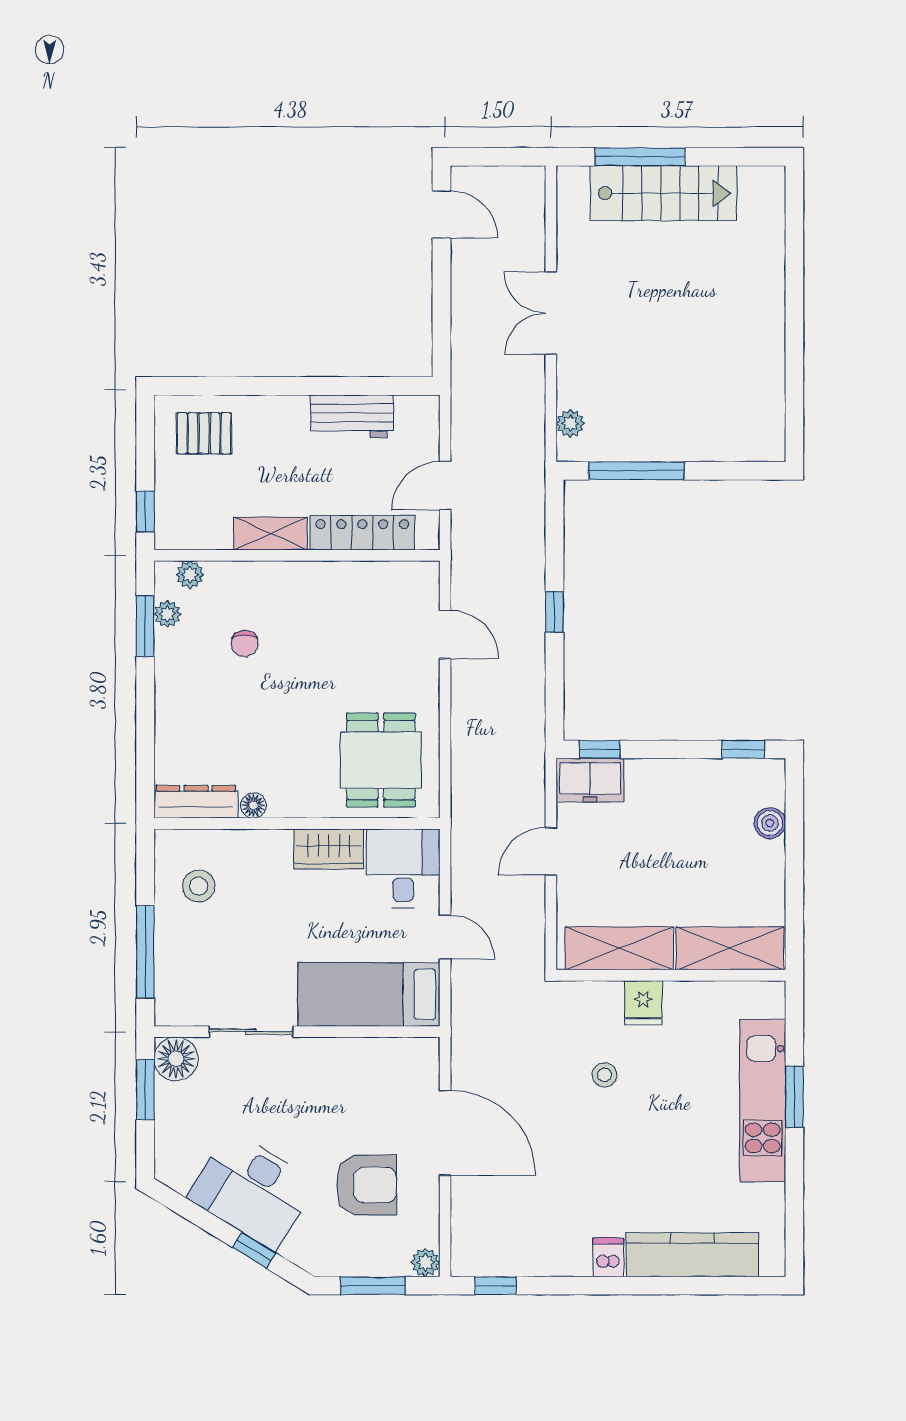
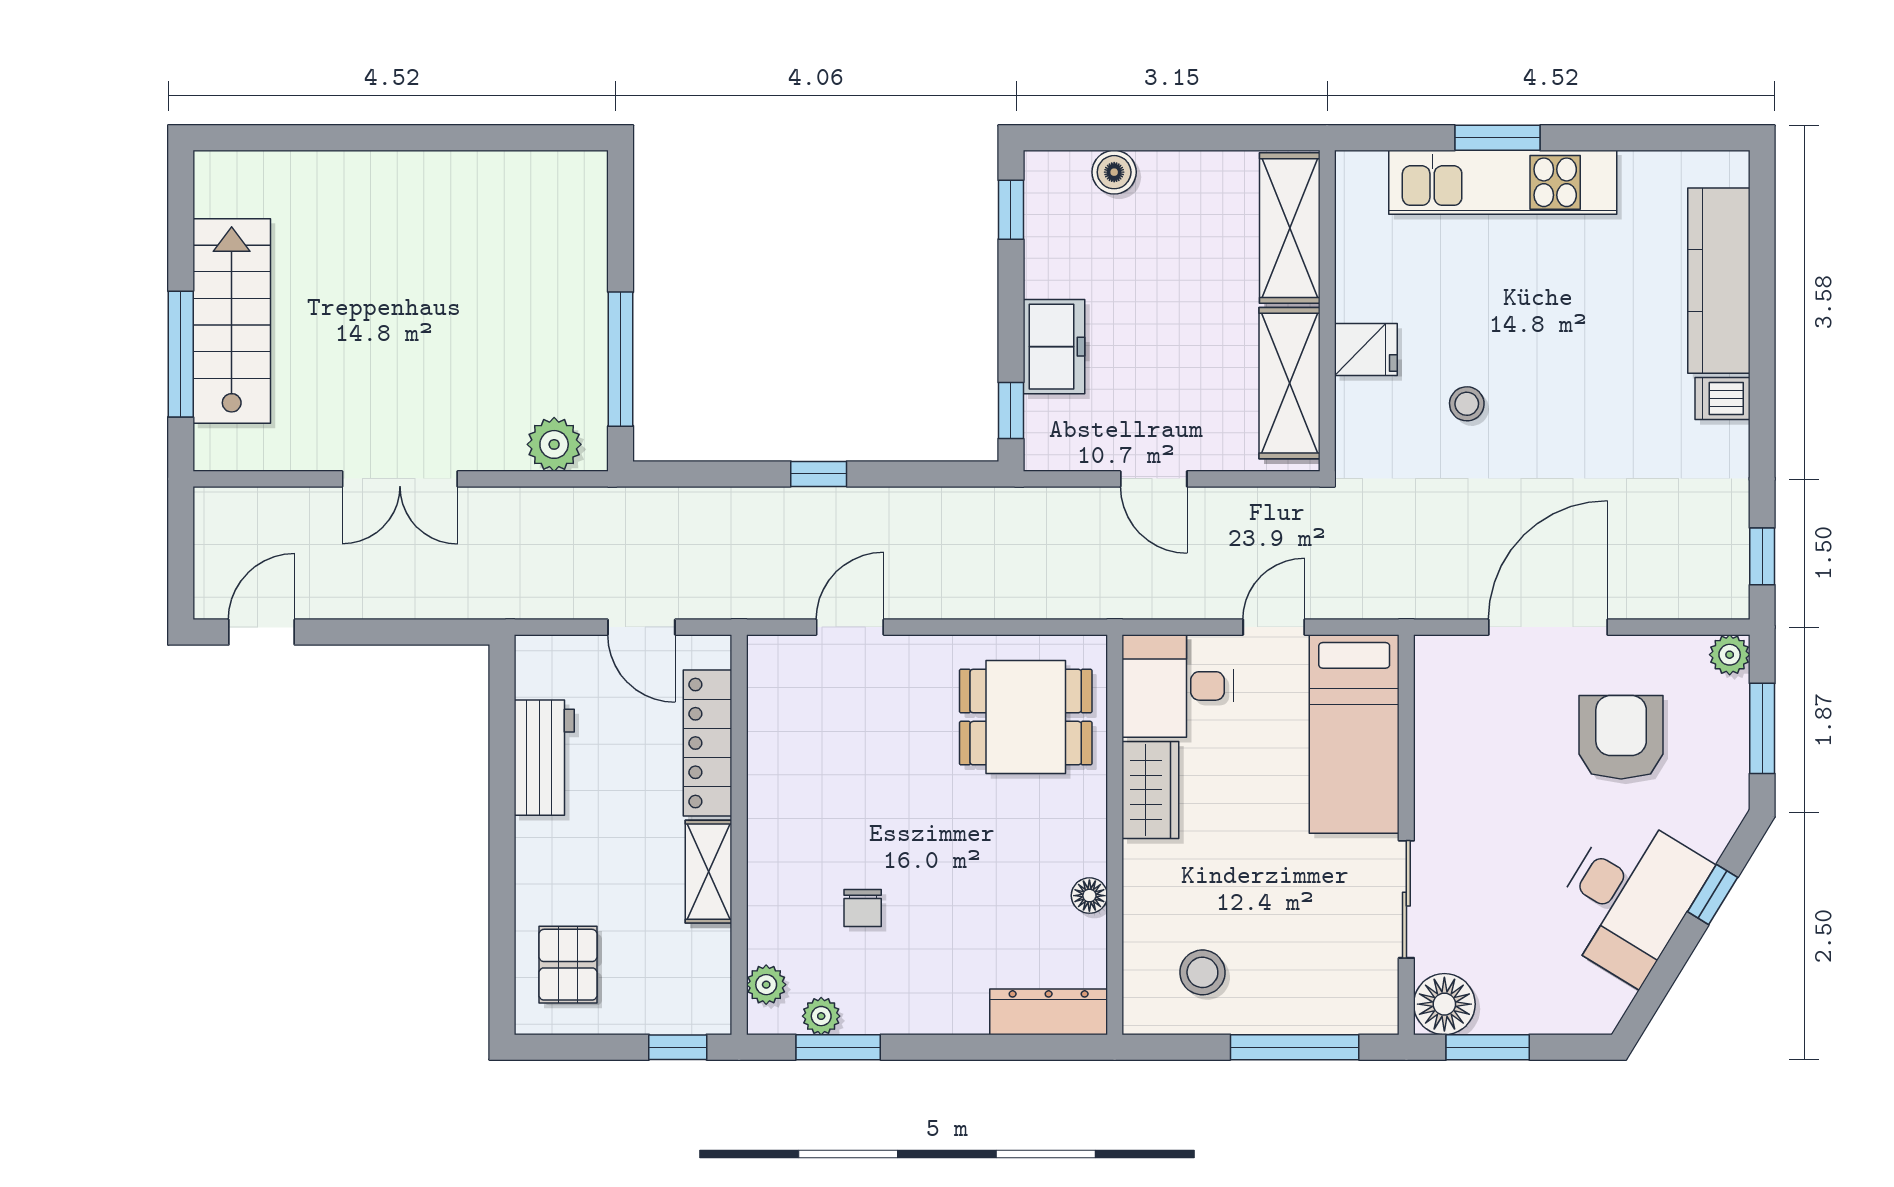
plant: (570, 423) -> (554, 444), width x1.38, depth x1.38
chair: (245, 644) -> (863, 908), turned 90
freezer: (590, 780) -> (1054, 347), moved
dresser: (196, 802) -> (1049, 1012), moved, turned 90

